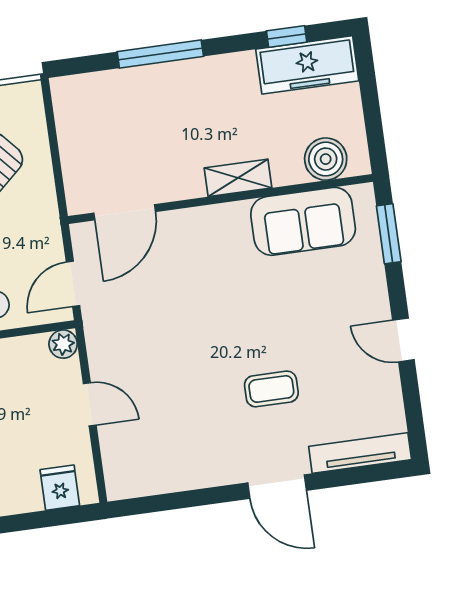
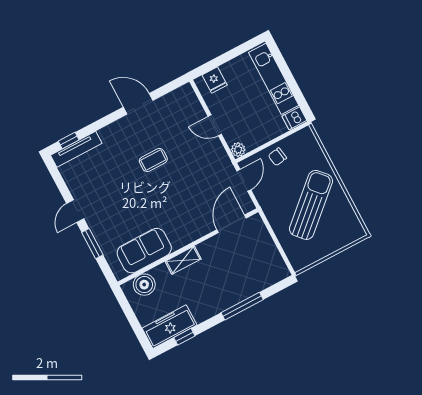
window: (389, 234) -> (92, 244), moved
door: (403, 340) -> (75, 211), swing flipped
coffee table: (271, 389) -> (153, 160), moved
window: (368, 474) -> (69, 141), added
door: (277, 487) -> (138, 104), moved

